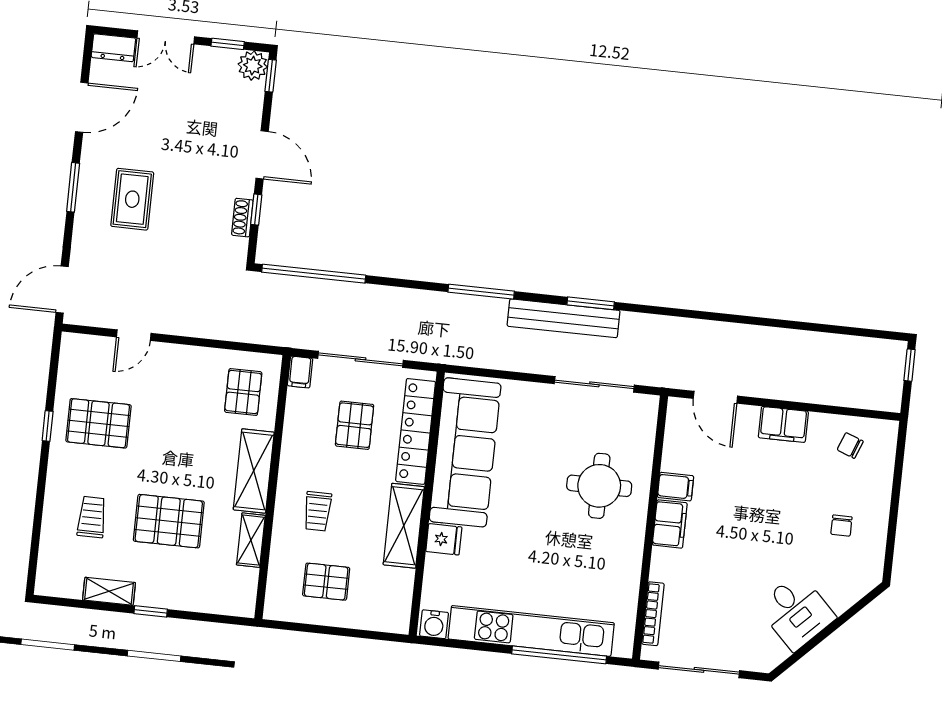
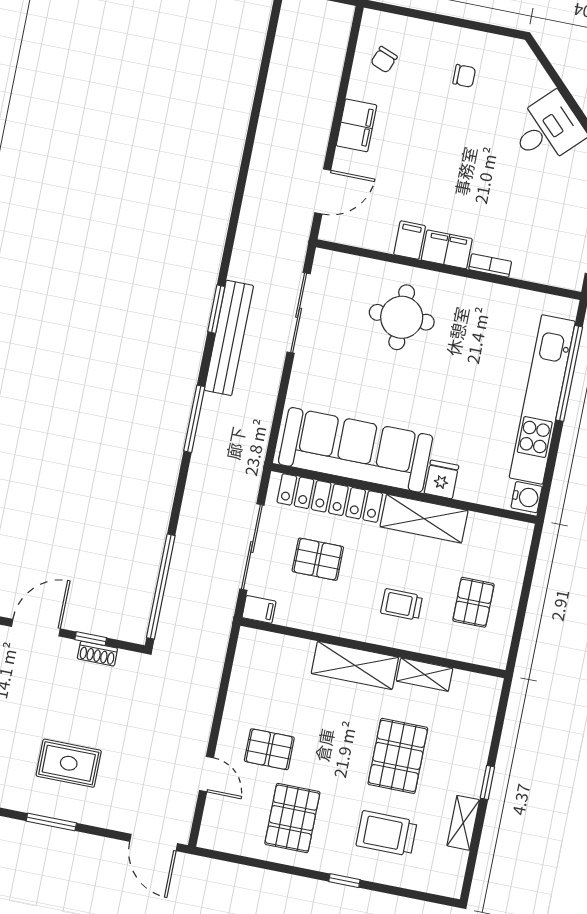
pallet: (243, 392) -> (269, 749), moved
window: (48, 426) -> (344, 881), moved
trolley: (318, 511) -> (402, 605), turned 180
trolley: (92, 517) -> (387, 833), width x1.36, depth x1.39
bookcase: (653, 614) -> (490, 265), moved, width x0.64

